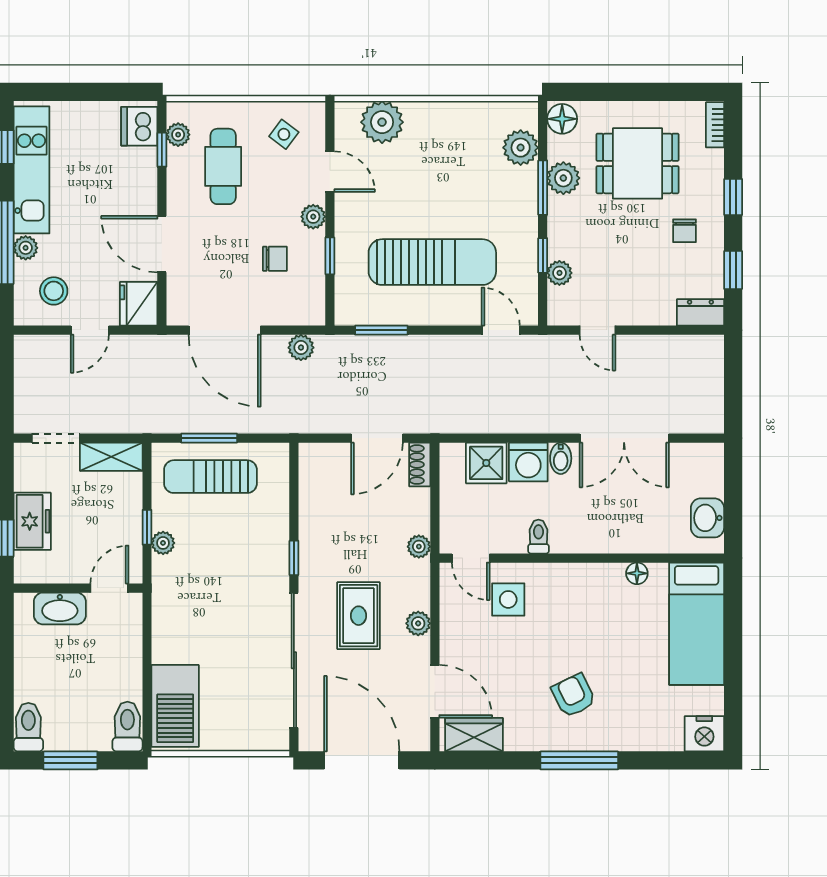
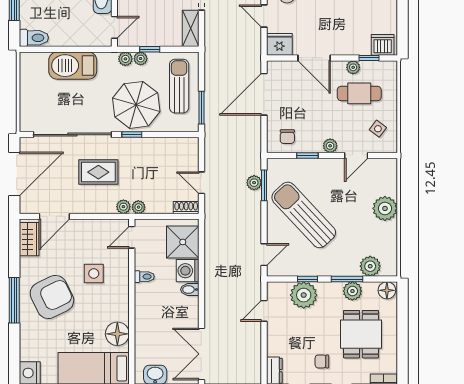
plant: (382, 122) -> (385, 208), moved
plant: (178, 135) -> (353, 67), moved
door: (162, 244) -> (314, 58), swing flipped
chair: (275, 259) -> (287, 137), moved
sun lounger: (432, 262) -> (304, 215), turned 137
plant: (559, 273) -> (304, 295), width x1.88, depth x1.88
plant: (301, 348) -> (254, 183), moved
window: (209, 438) -> (201, 108), moved
door: (377, 438) -> (201, 183), width x0.73
double door: (624, 438) -> (201, 354), moved
shower: (486, 463) -> (183, 242), width x1.36, depth x1.36
parasol: (243, 550) -> (136, 105), added
plant: (164, 569) -> (125, 59), added
floor lamp: (637, 573) -> (117, 334), width x1.89, depth x1.89
door: (109, 588) -> (114, 27), hinge flipped
side table: (508, 599) -> (94, 274), moved
plant: (418, 623) -> (123, 207), moved
armchair: (574, 696) -> (52, 297), width x1.88, depth x1.88
barbecue: (175, 706) -> (73, 66), moved

